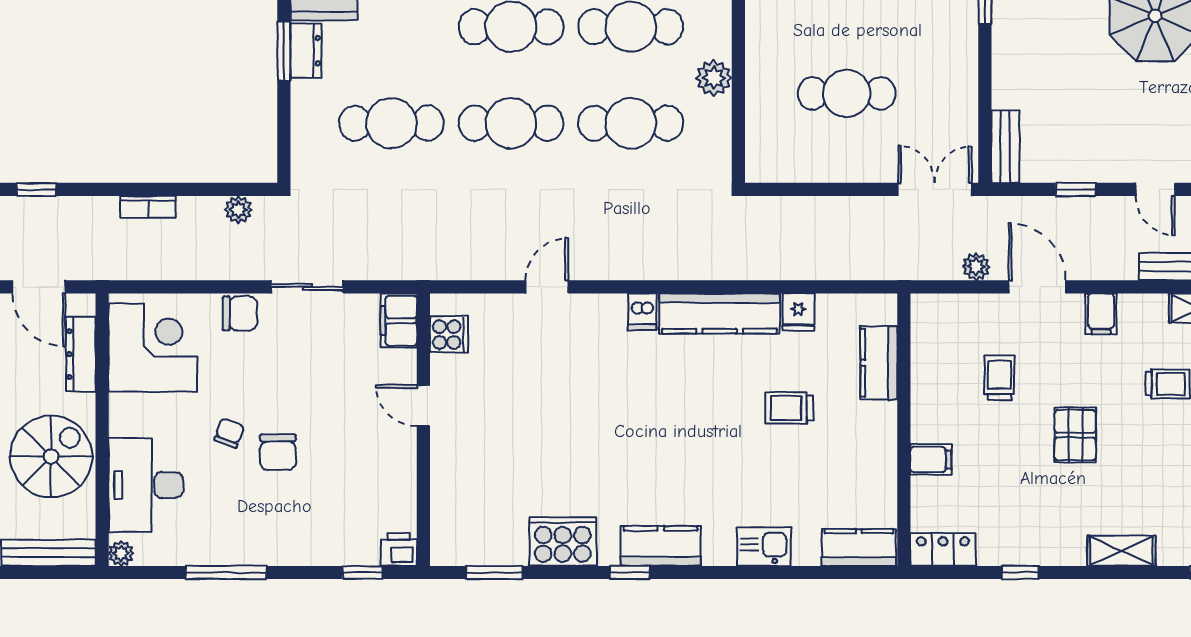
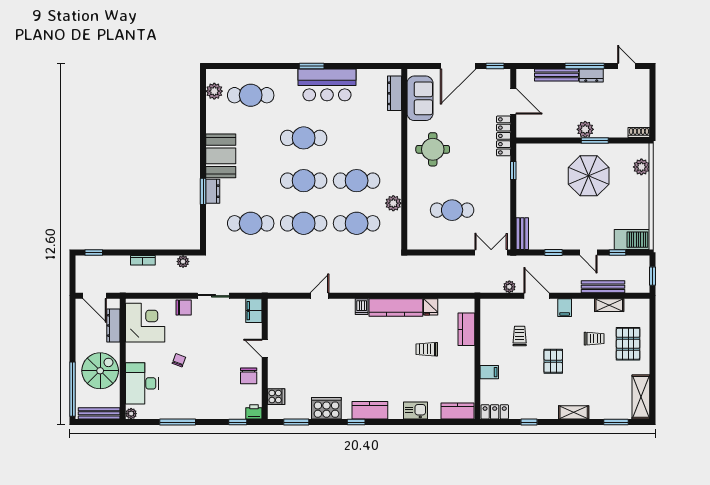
cooker: (449, 335) -> (276, 397), moved
chair: (278, 452) -> (249, 376), moved

